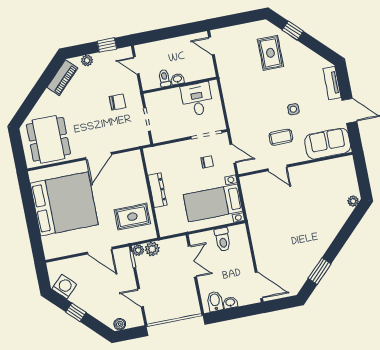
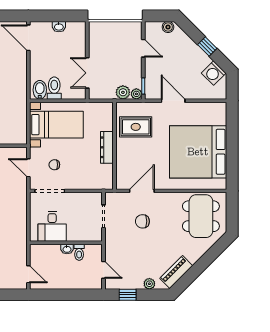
chair: (118, 102) -> (142, 221), moved
door: (99, 156) -> (142, 191), moved
bidet: (215, 301) -> (40, 90), moved, turned 180

